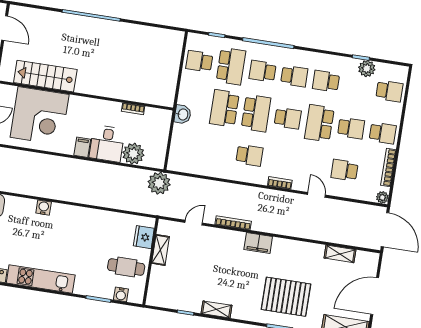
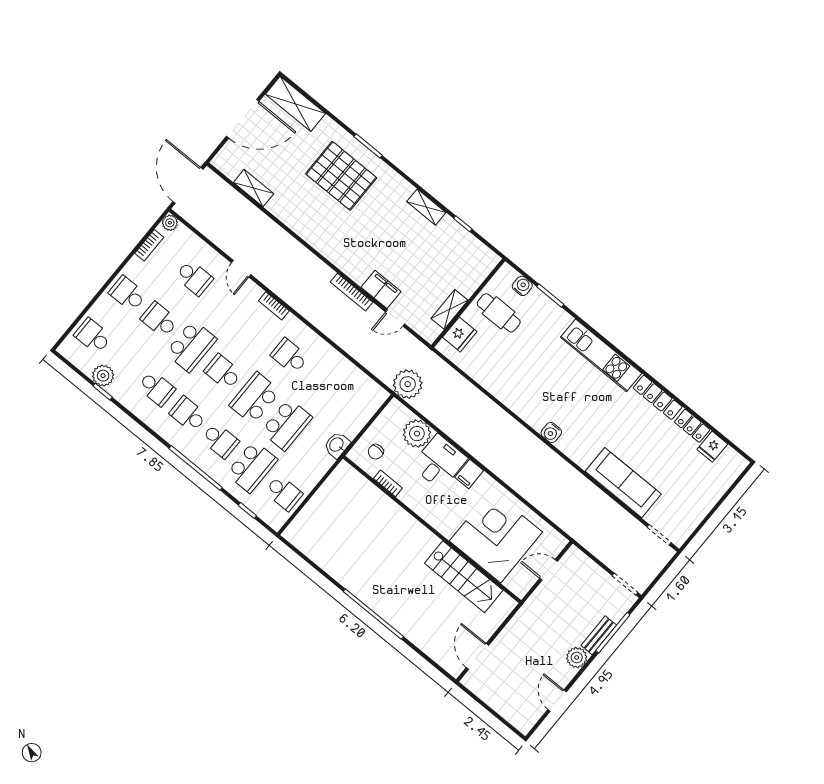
school desk: (231, 66) -> (252, 467), turned 180
chair: (154, 125) -> (376, 452), added
bookcase: (388, 167) -> (149, 245), width x0.64
filing cabinet: (258, 243) -> (381, 289), moved

